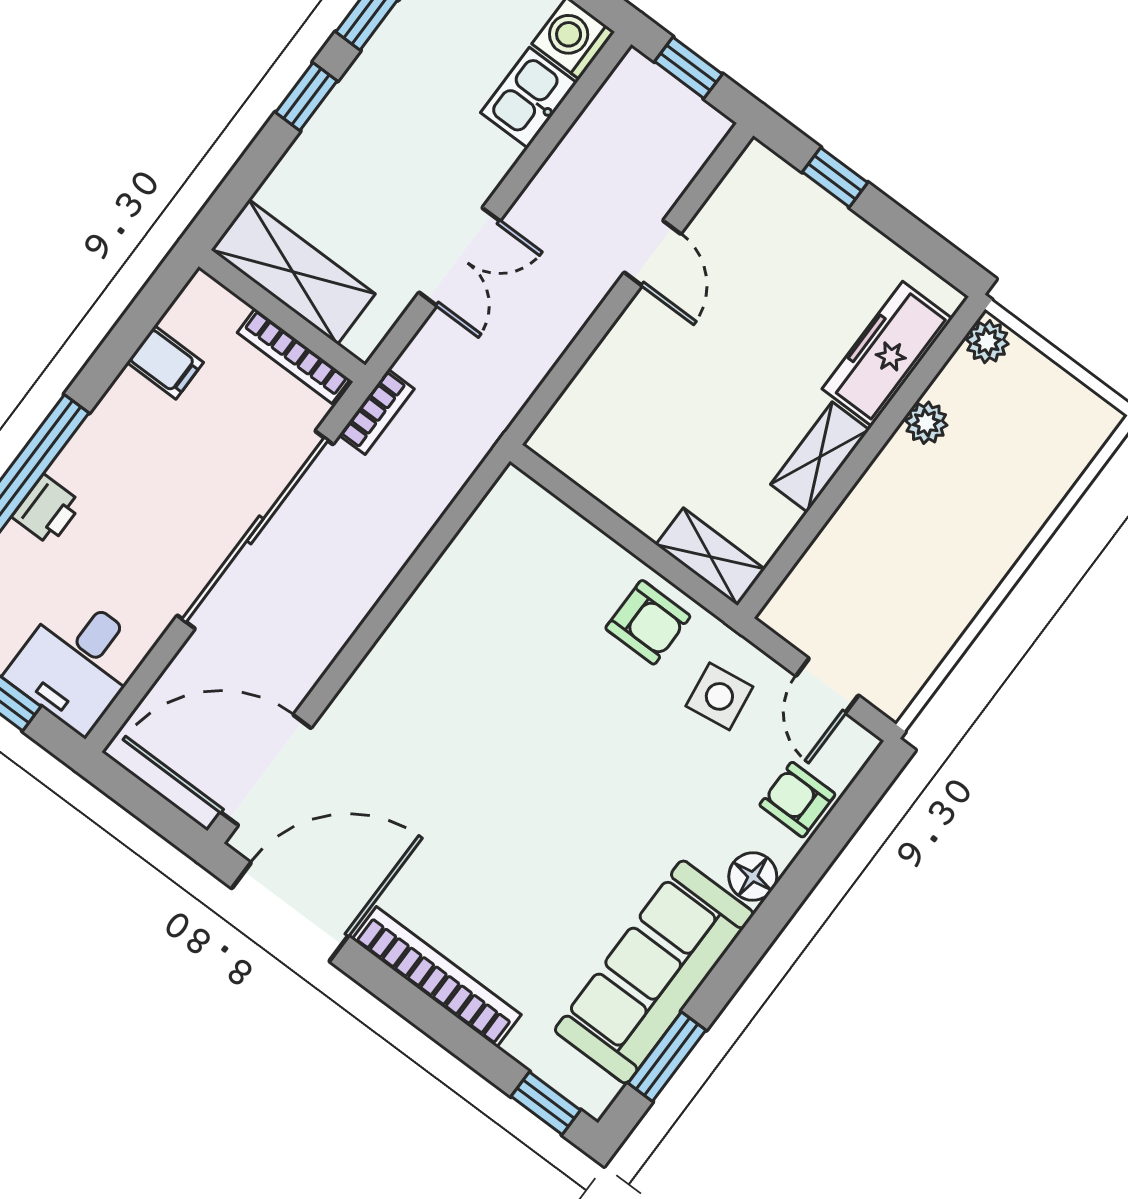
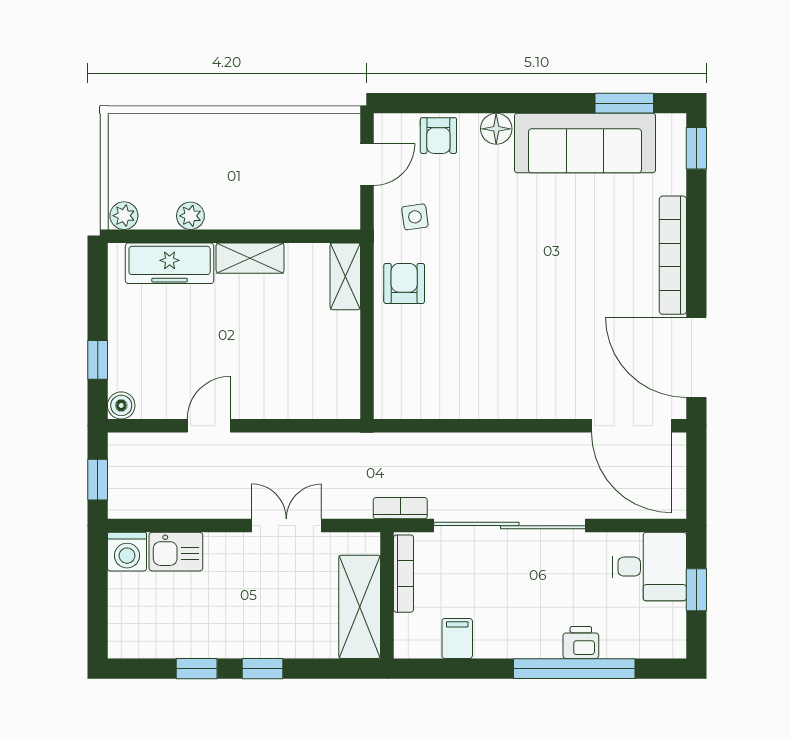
boiler: (758, 165) -> (121, 405), added
side table: (719, 696) -> (415, 217), width x0.73, depth x0.73

